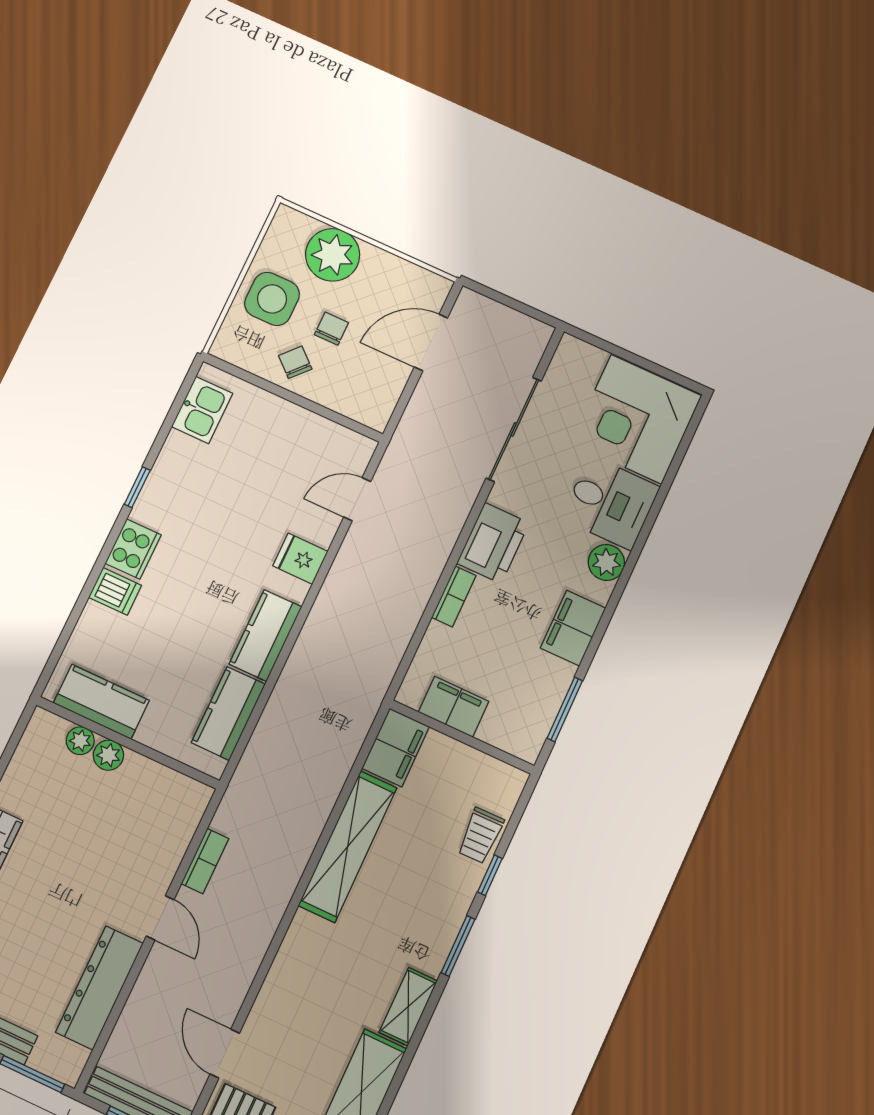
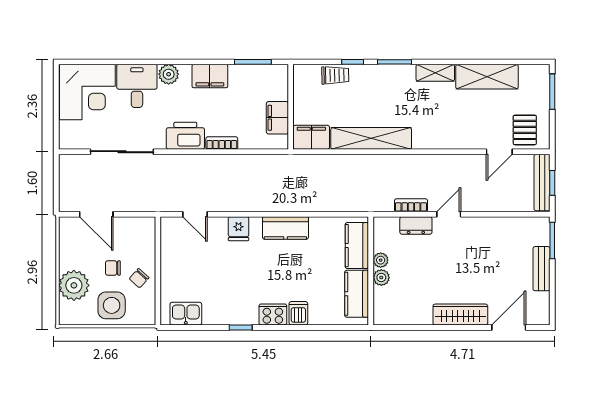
kitchen counter: (228, 713) -> (357, 246), moved, turned 90
plant: (80, 741) -> (381, 260), moved
dresser: (99, 988) -> (416, 225), moved, width x0.51, depth x0.80

